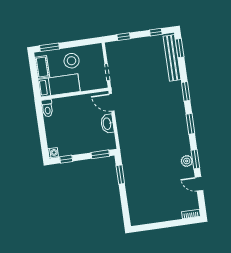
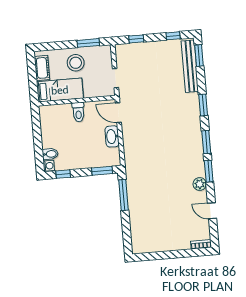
window: (49, 47) -> (88, 43), moved
toilet: (47, 108) -> (78, 112), moved
bidet: (54, 142) -> (50, 154), added
window: (195, 159) -> (209, 171), moved
window: (120, 175) -> (124, 195), width x1.44

